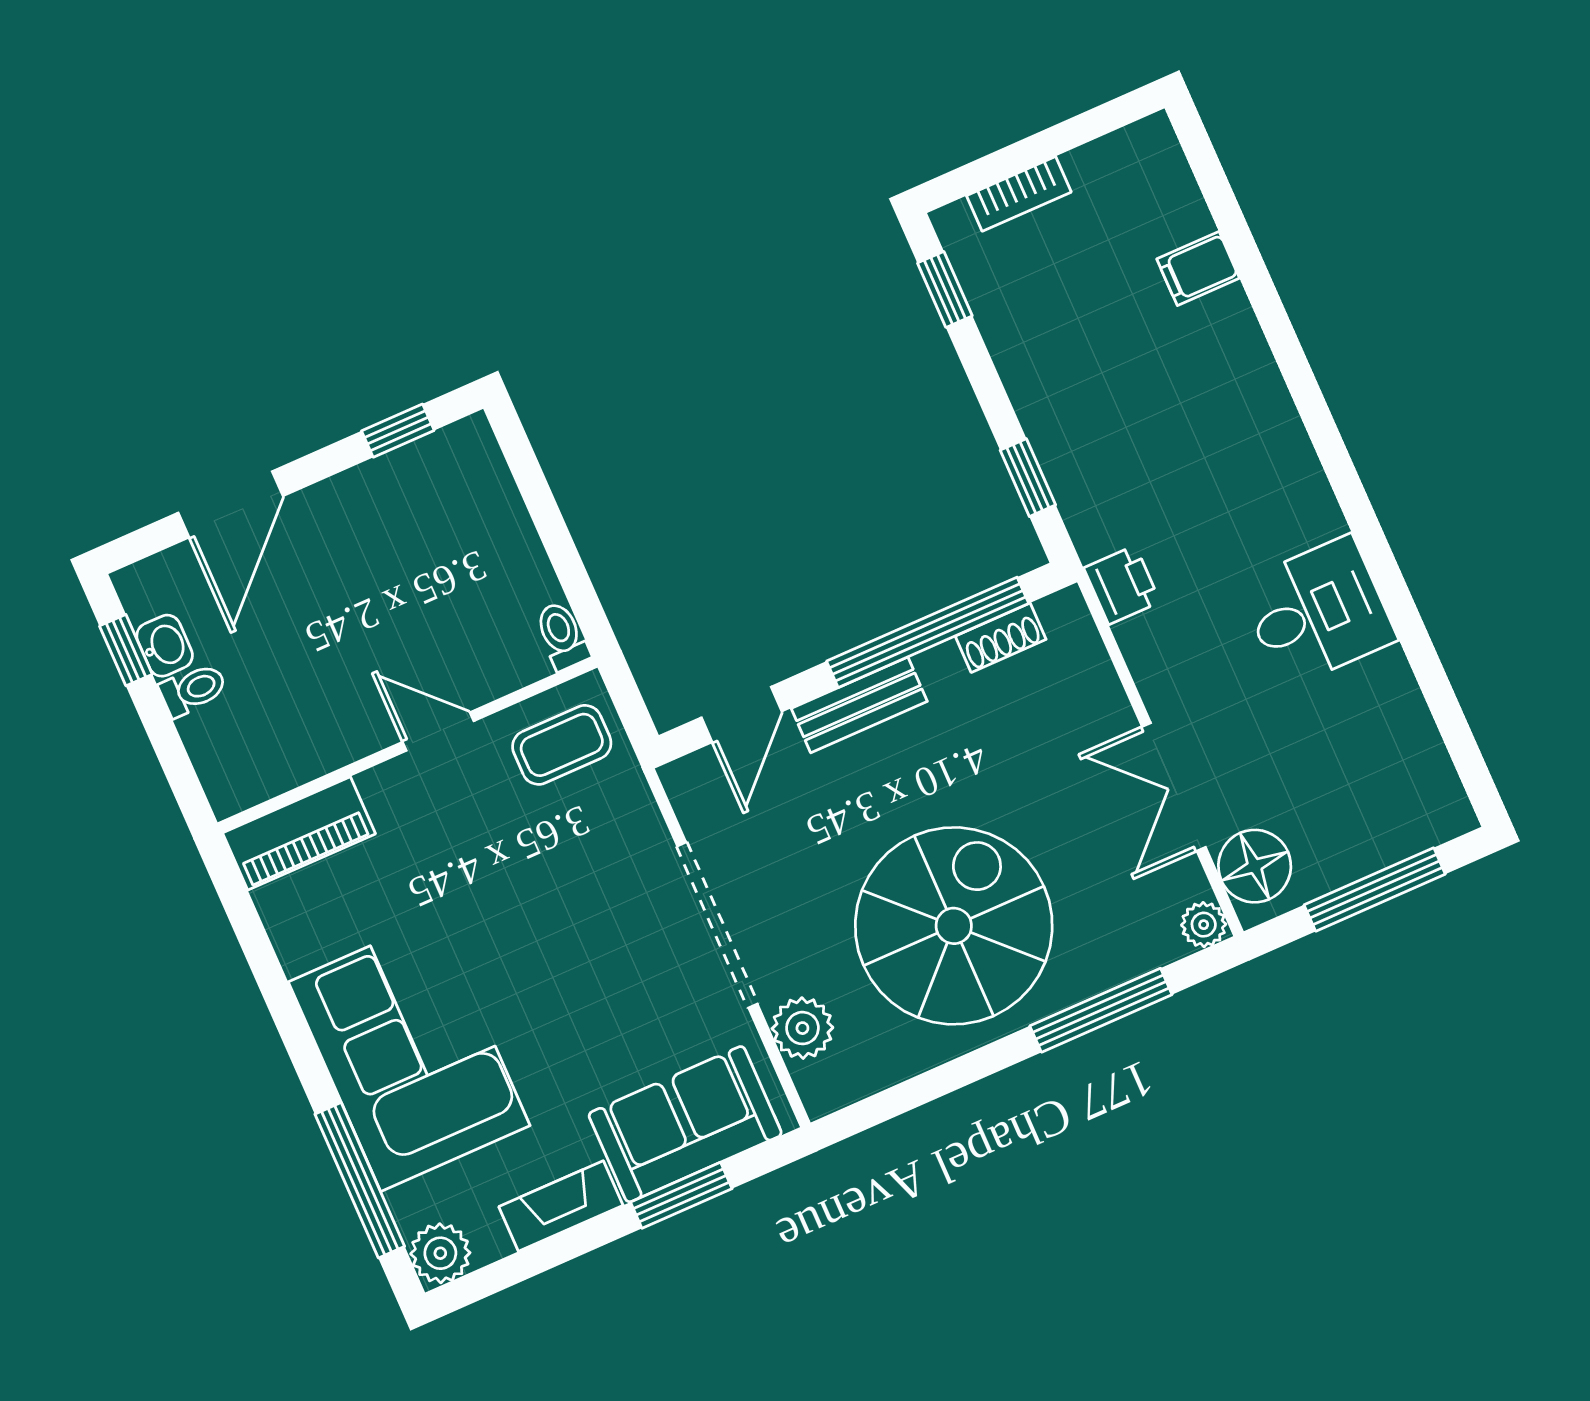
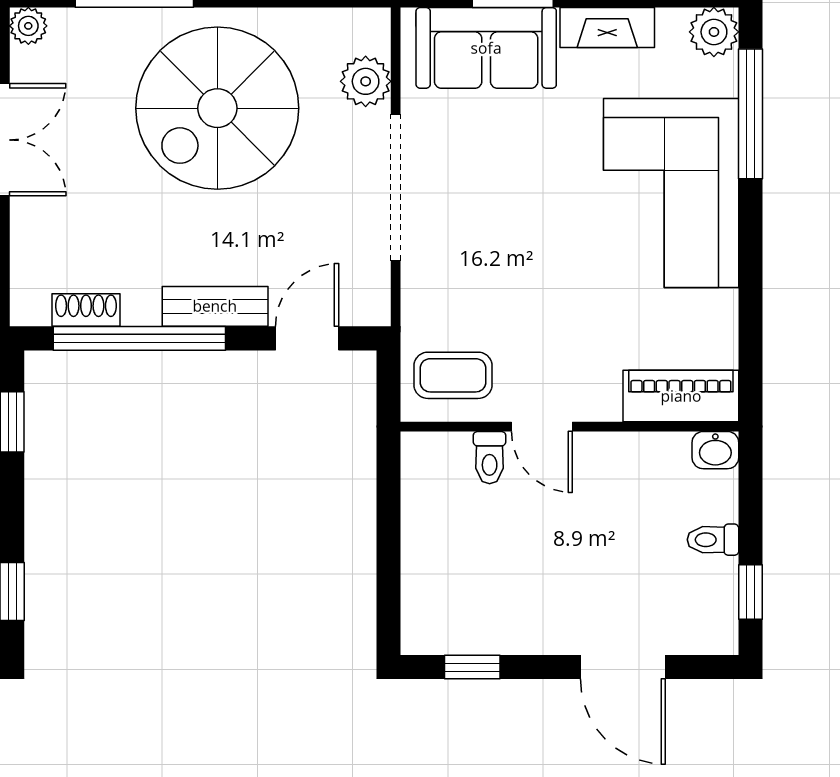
door: (231, 504) -> (623, 667), swing flipped
toilet: (562, 636) -> (490, 458), moved
washbasin: (165, 646) -> (715, 450), moved, turned -90

